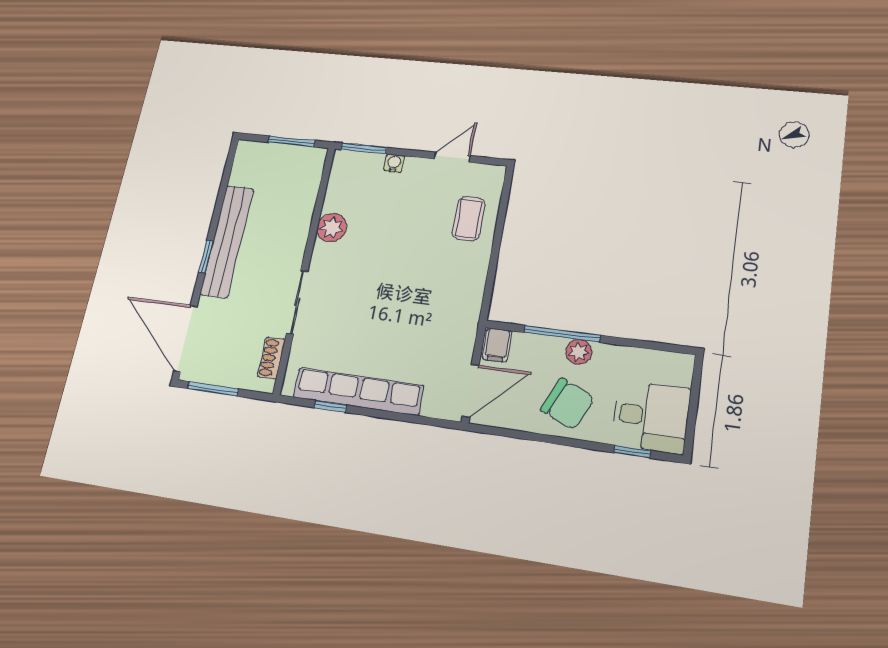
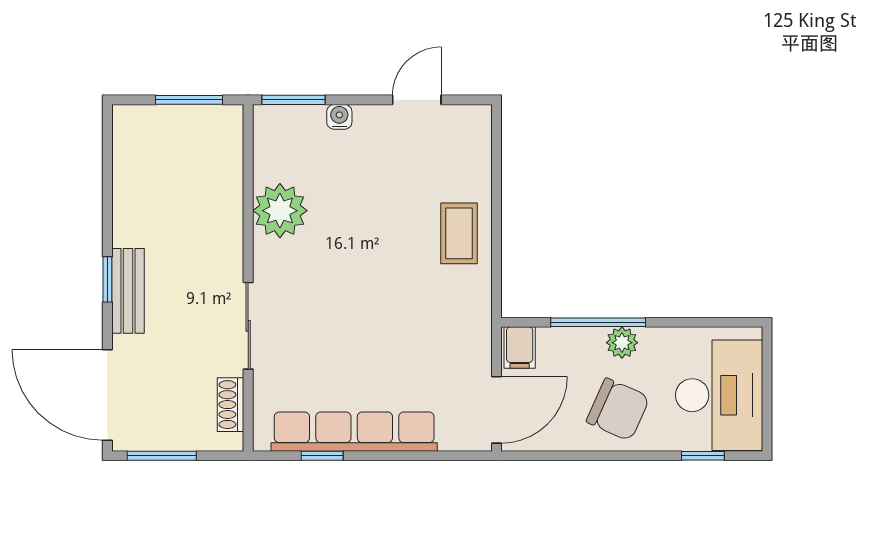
coffee table: (469, 219) -> (459, 233), moved
plant: (332, 228) -> (280, 211), width x1.36, depth x1.36
bench: (227, 241) -> (128, 291), width x0.54, depth x0.82
desk: (651, 416) -> (719, 395), width x1.37

